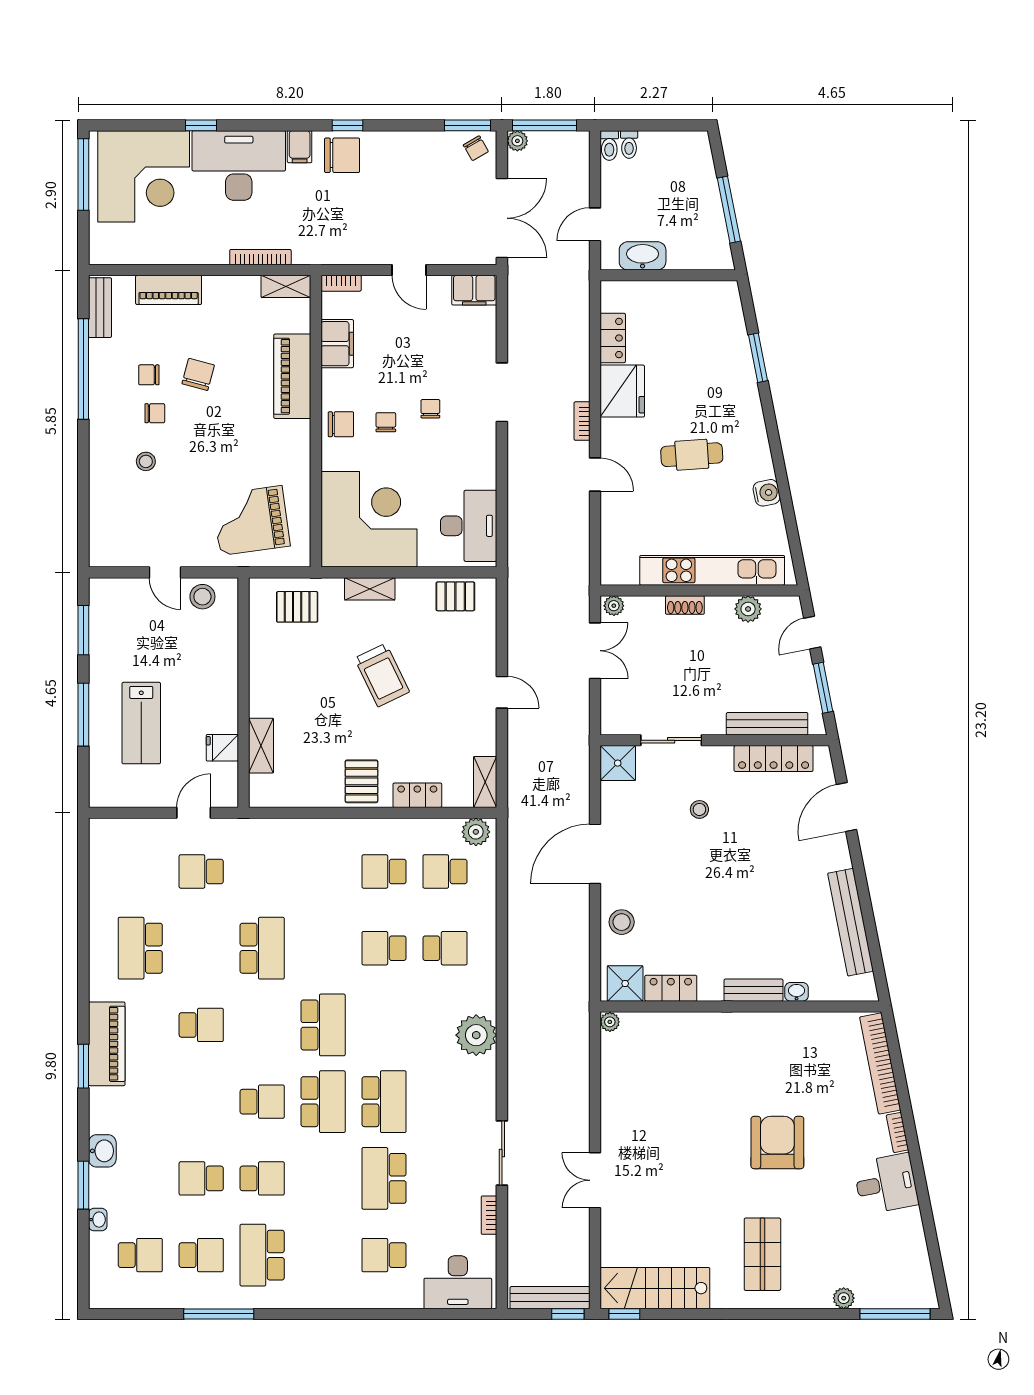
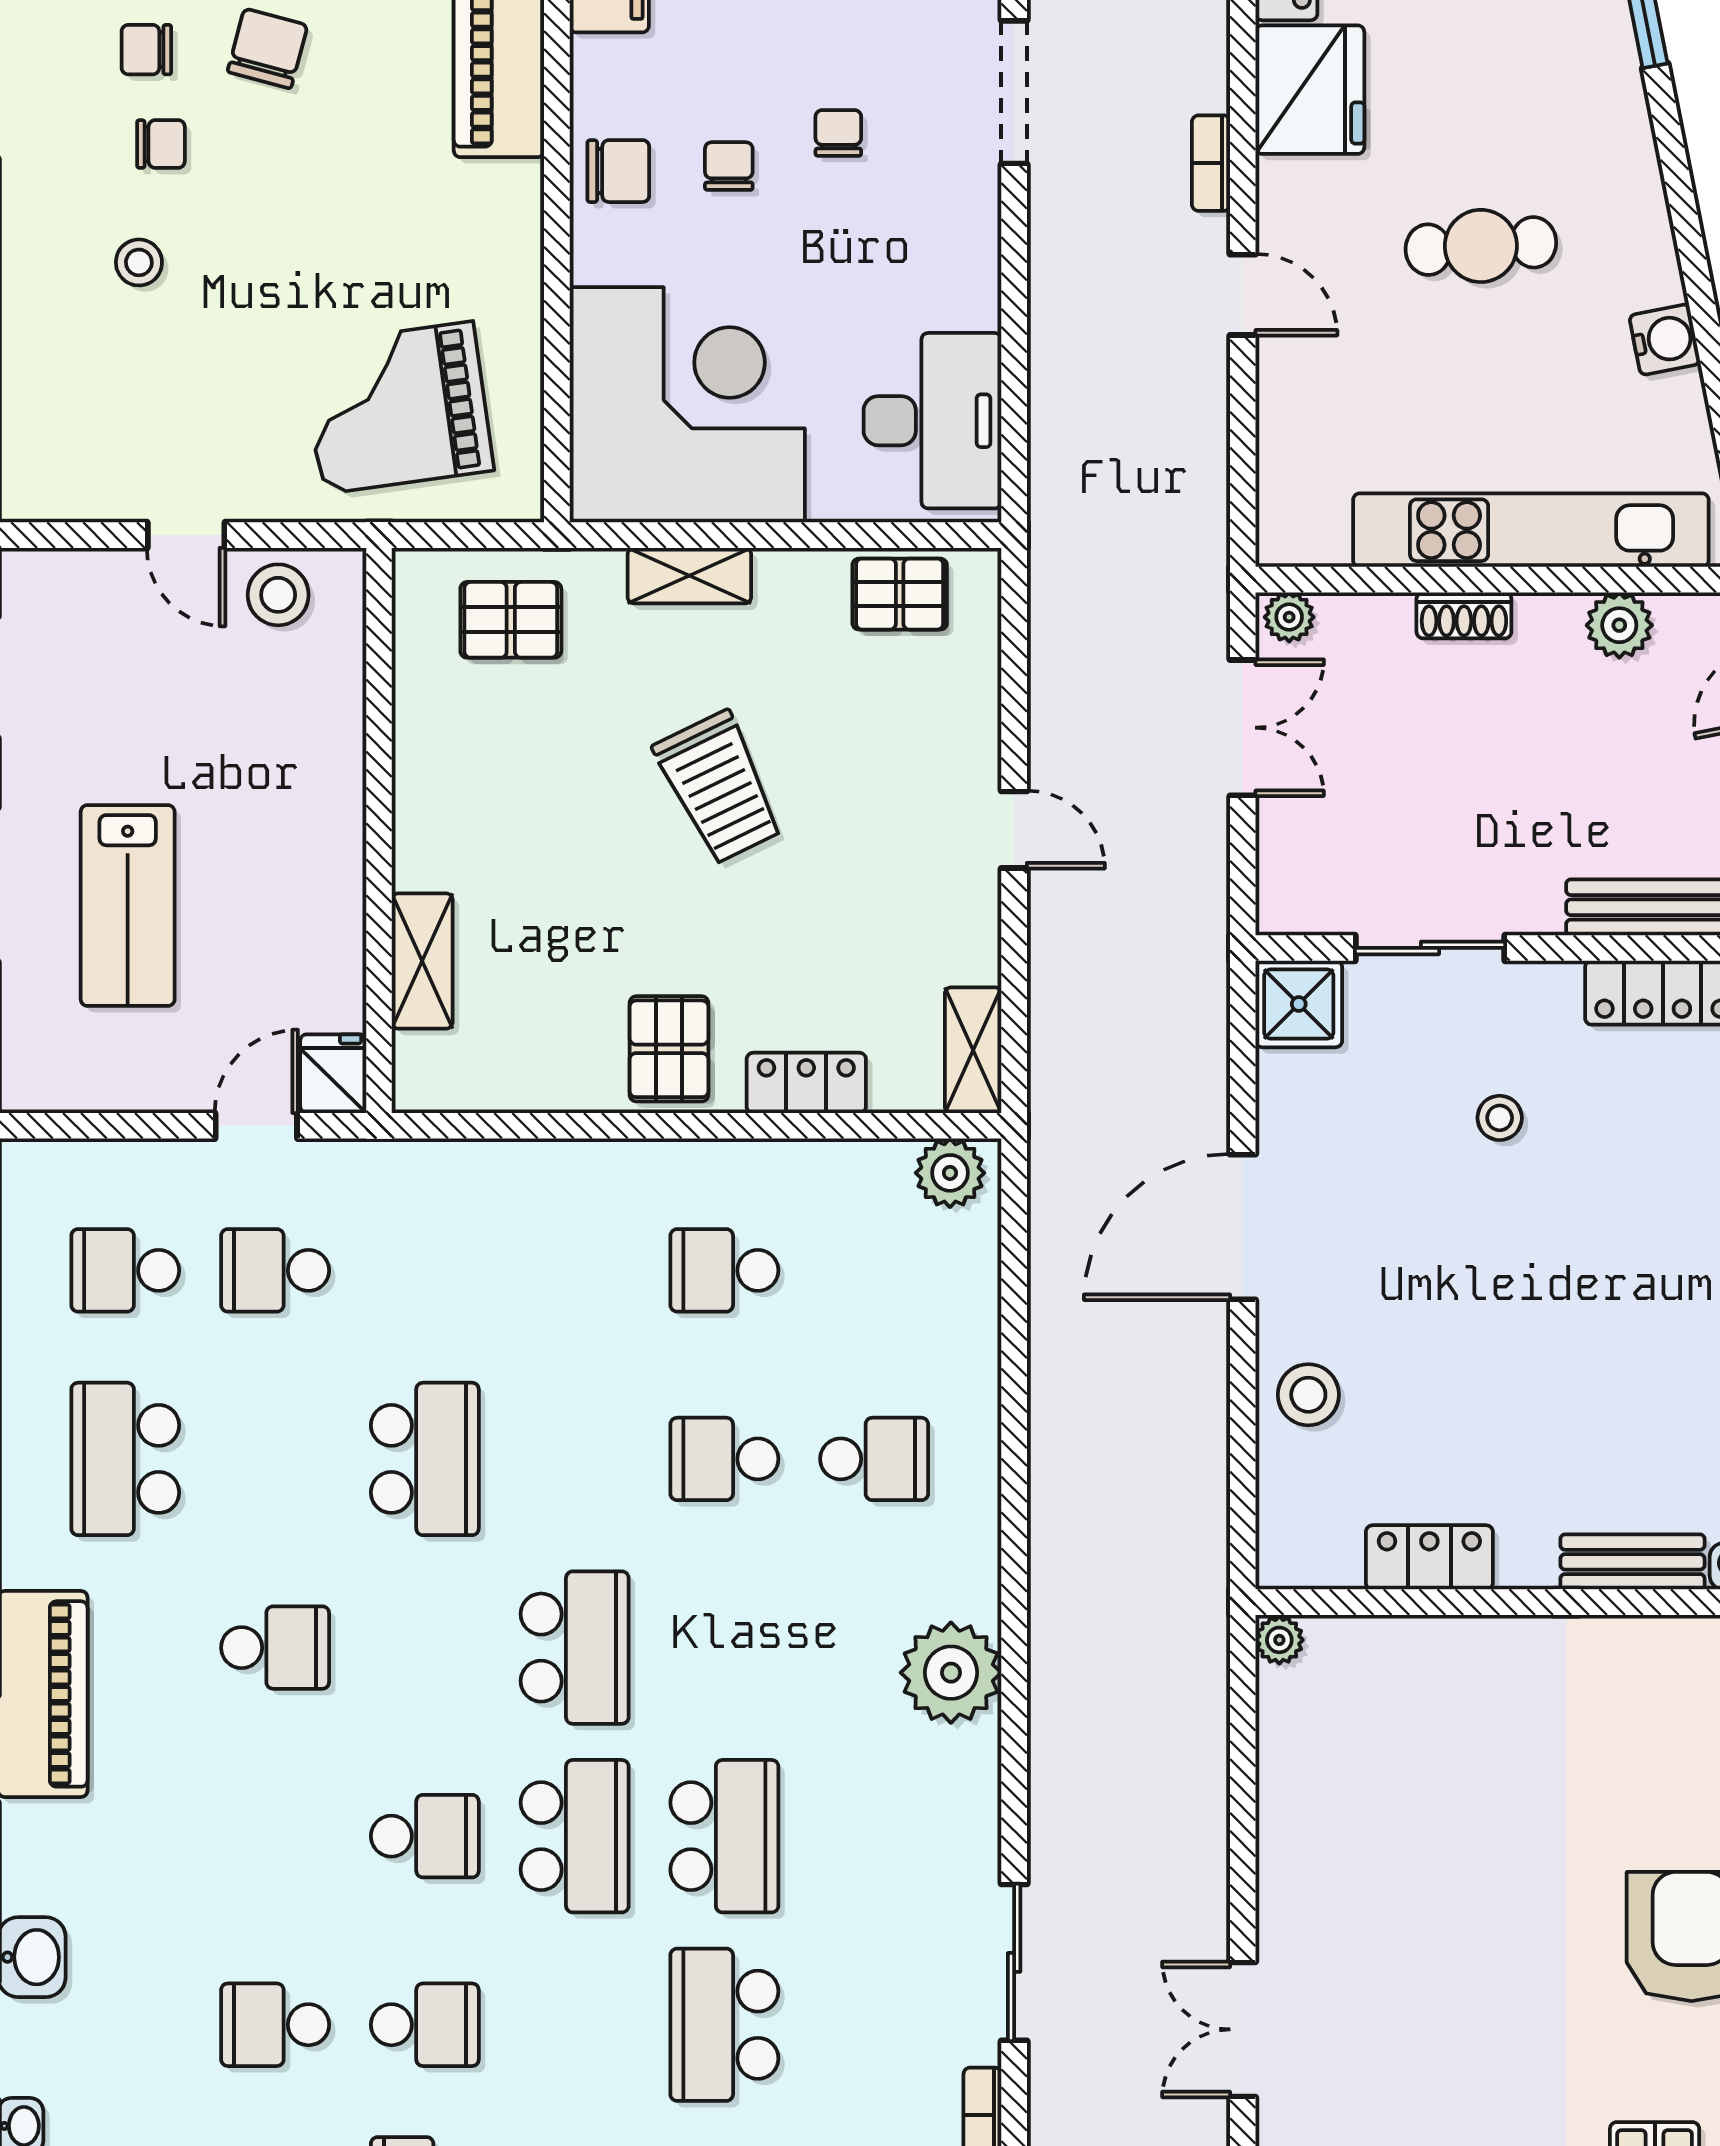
fridge: (222, 748) -> (333, 1074), moved, turned 90
school desk: (445, 871) -> (125, 1270), moved
shower: (625, 983) -> (1317, 1546), removed

